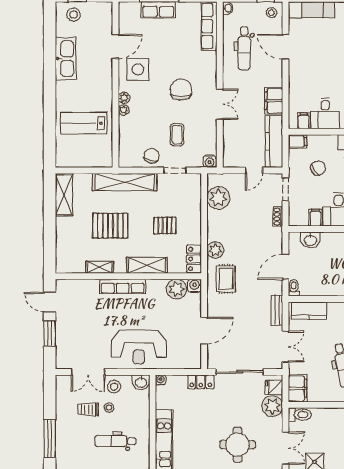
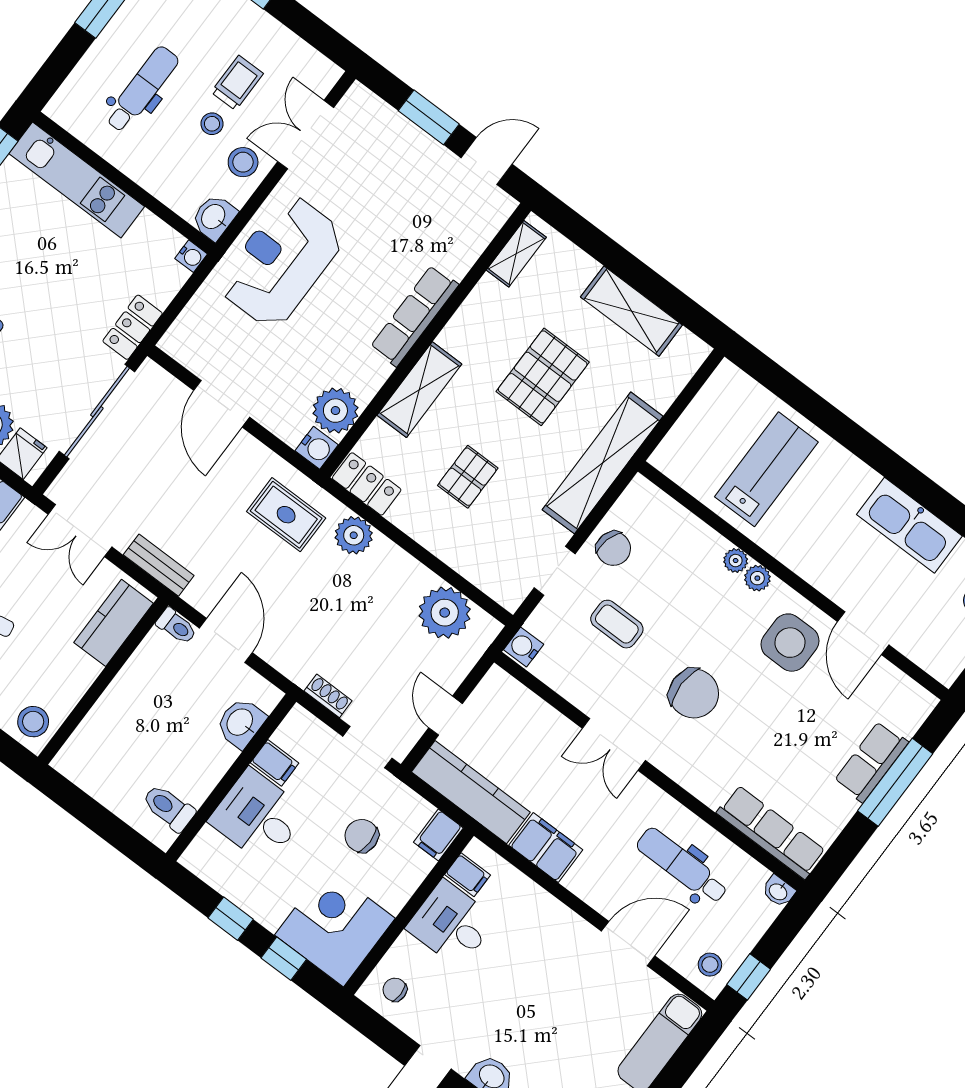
chair: (318, 168) -> (362, 836), turned 123
shelving: (64, 195) -> (631, 311), moved
shelving: (100, 267) -> (516, 254), moved

